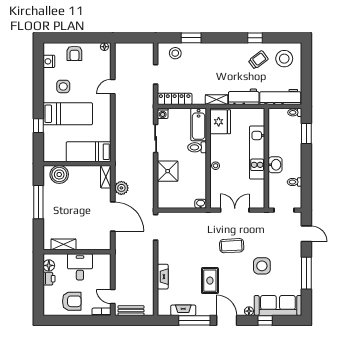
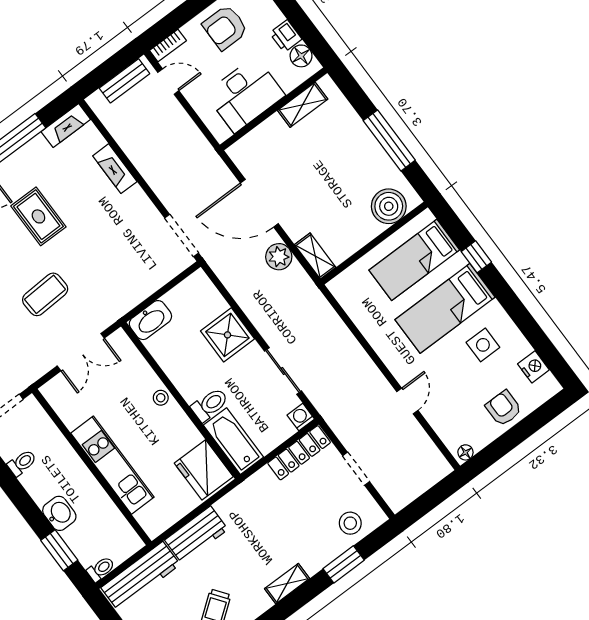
shelving: (216, 100) -> (287, 584), moved
bed: (89, 152) -> (414, 260), moved, turned 180
washbasin: (275, 165) -> (59, 513), moved, turned 180
washbasin: (201, 204) -> (150, 320), width x1.91, depth x1.45
desk: (80, 267) -> (245, 95), width x1.37
fireplace: (183, 310) -> (66, 126), moved

